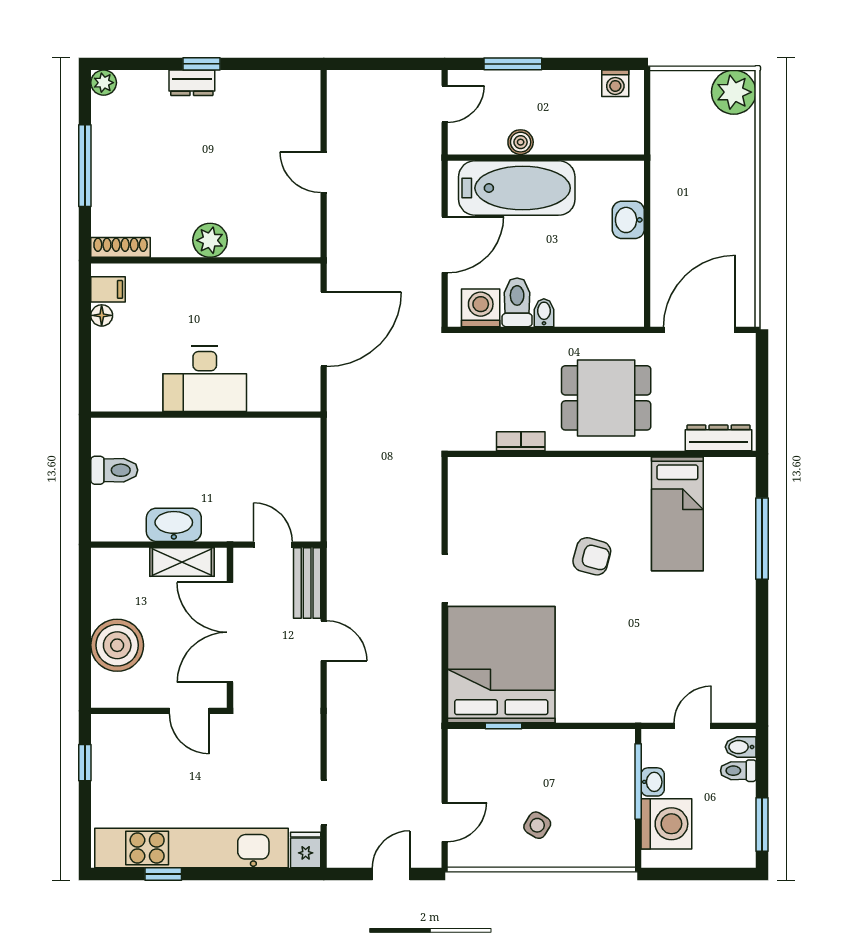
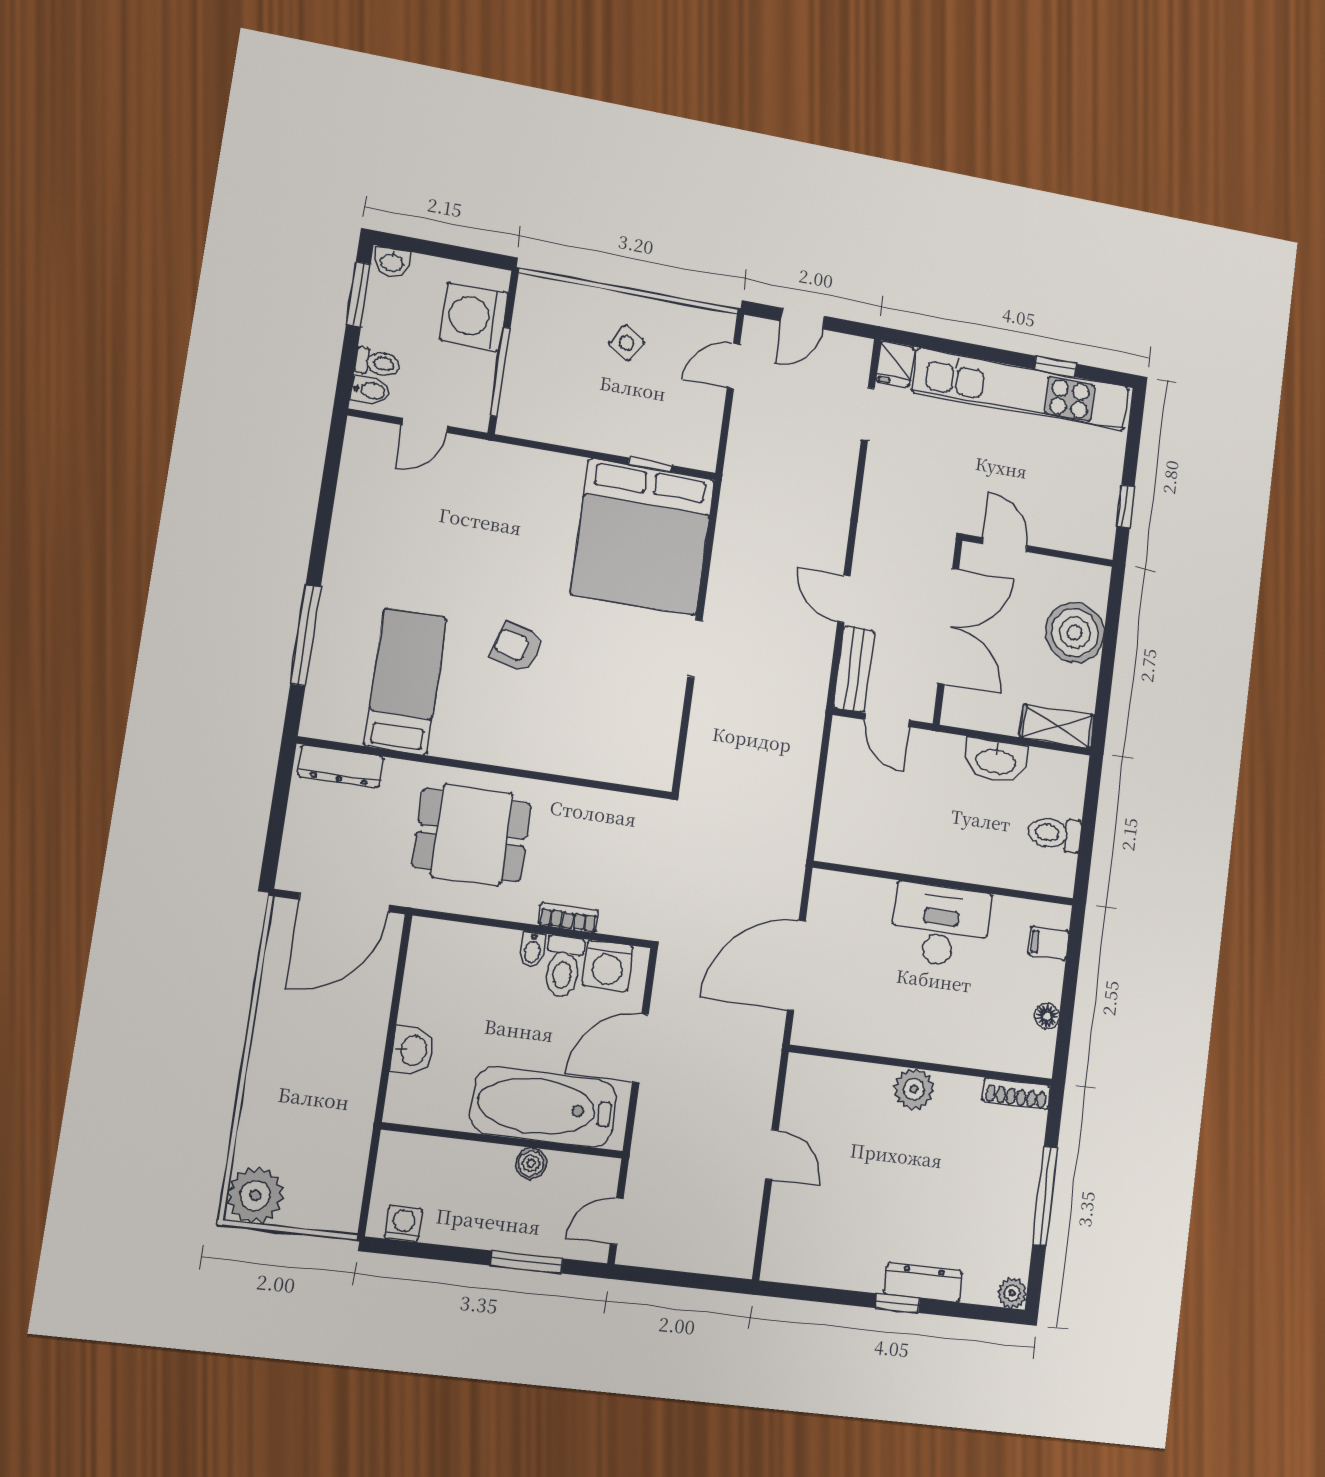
dresser: (192, 83) -> (923, 1283), width x1.44
filing cabinet: (108, 289) -> (1048, 943), moved
bookcase: (521, 441) -> (568, 917), moved, turned 180
shelving: (182, 562) -> (1057, 726), moved
washbasin: (653, 782) -> (392, 262), moved, turned -90

